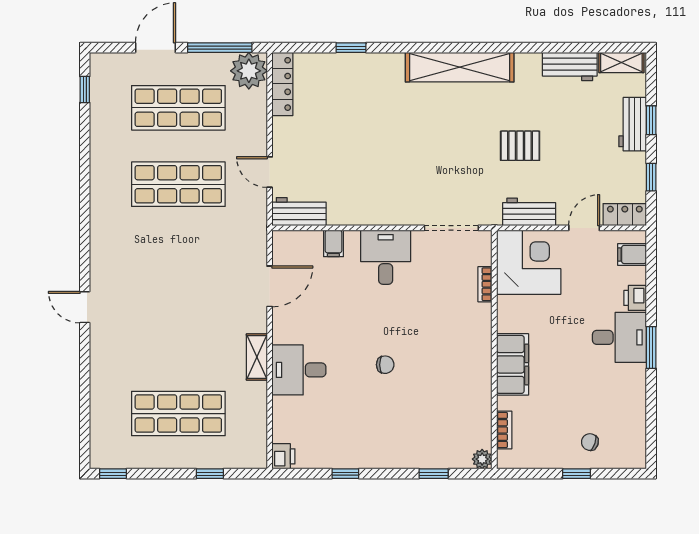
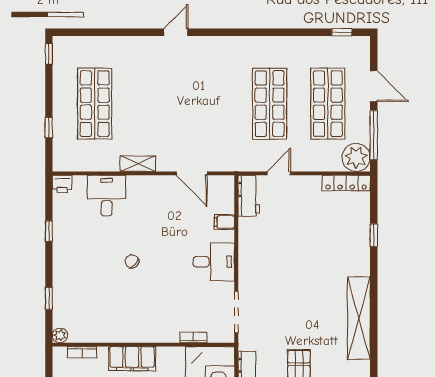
chair: (385, 365) -> (132, 261), turned 135
desk: (299, 370) -> (107, 196), moved

